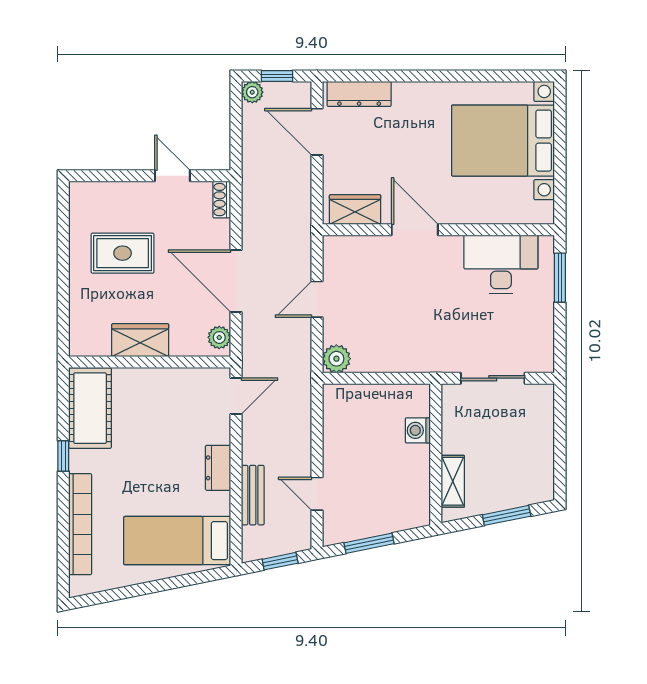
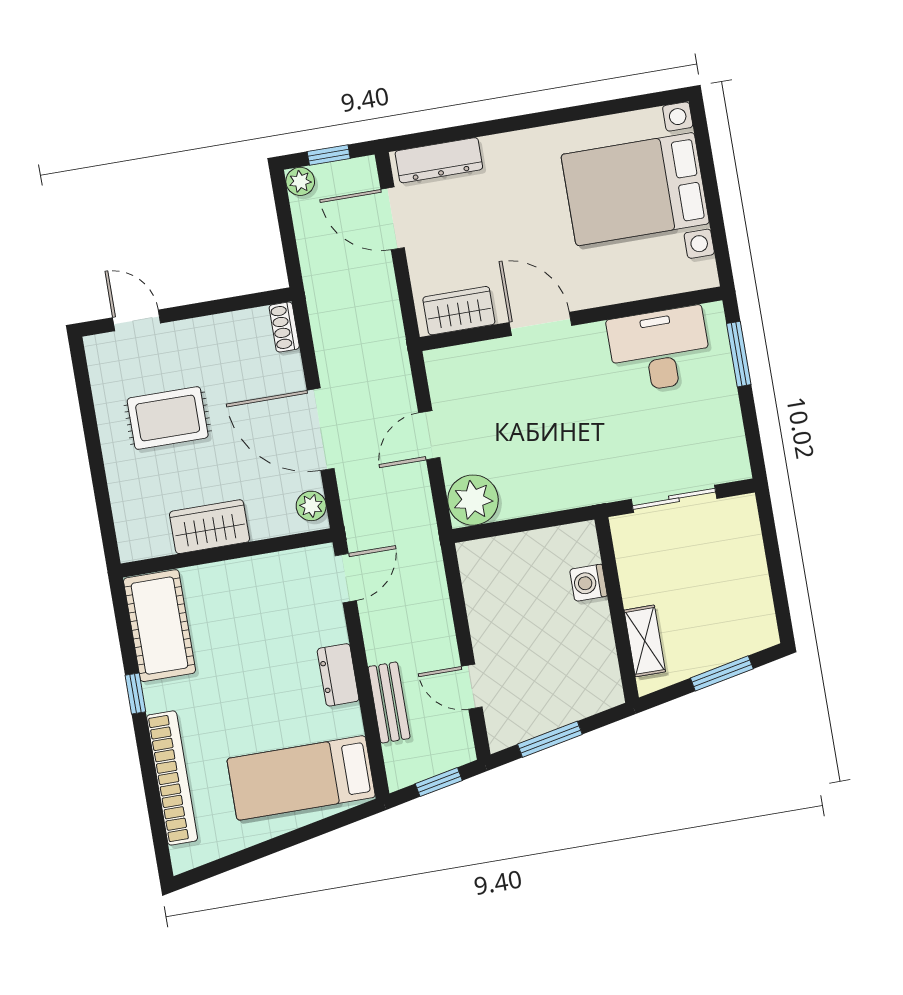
door: (172, 176) -> (137, 320), moved
plant: (336, 359) -> (473, 500), width x1.36, depth x1.36

